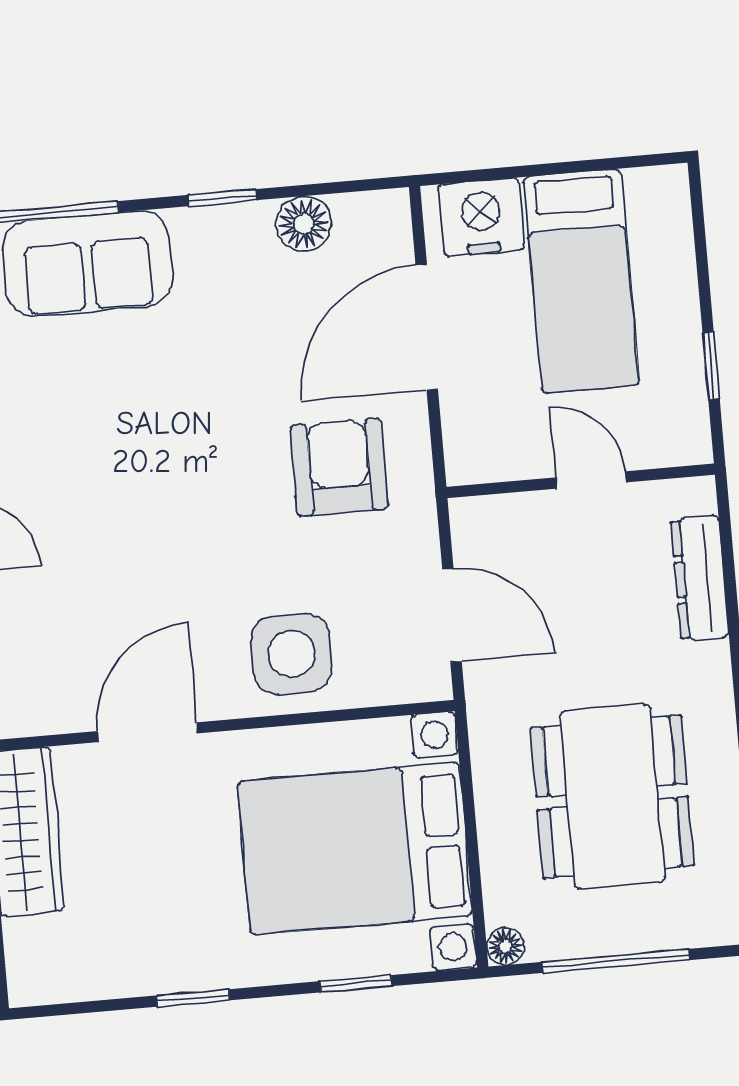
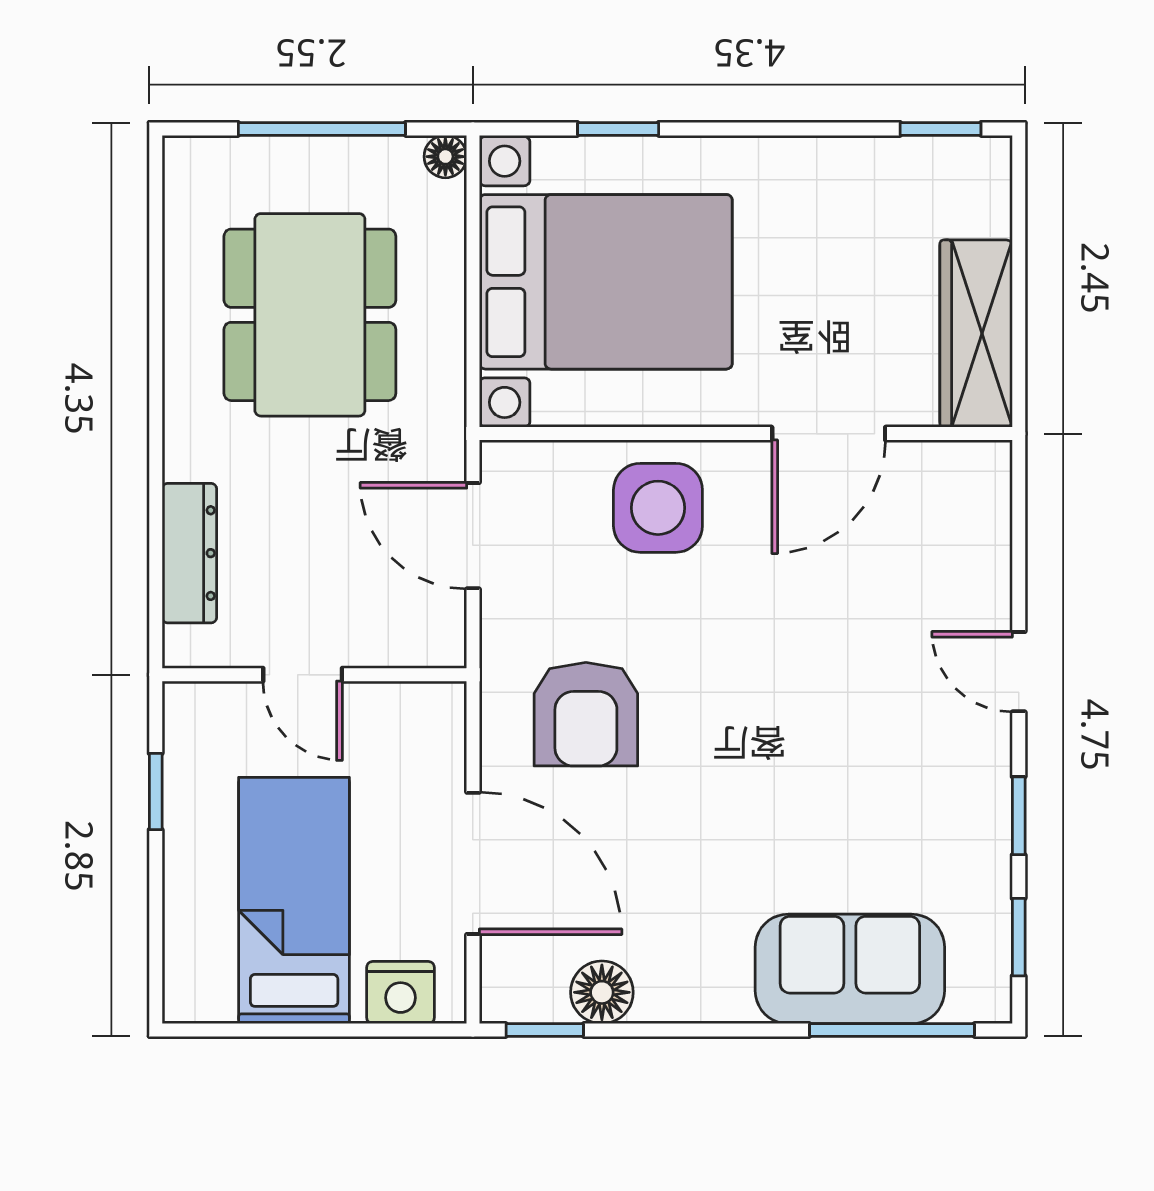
window: (222, 198) -> (545, 1030), moved
nightstand: (481, 217) -> (400, 993), width x0.74, depth x0.75
door: (427, 327) -> (473, 863), hinge flipped
window: (193, 998) -> (941, 129), moved

